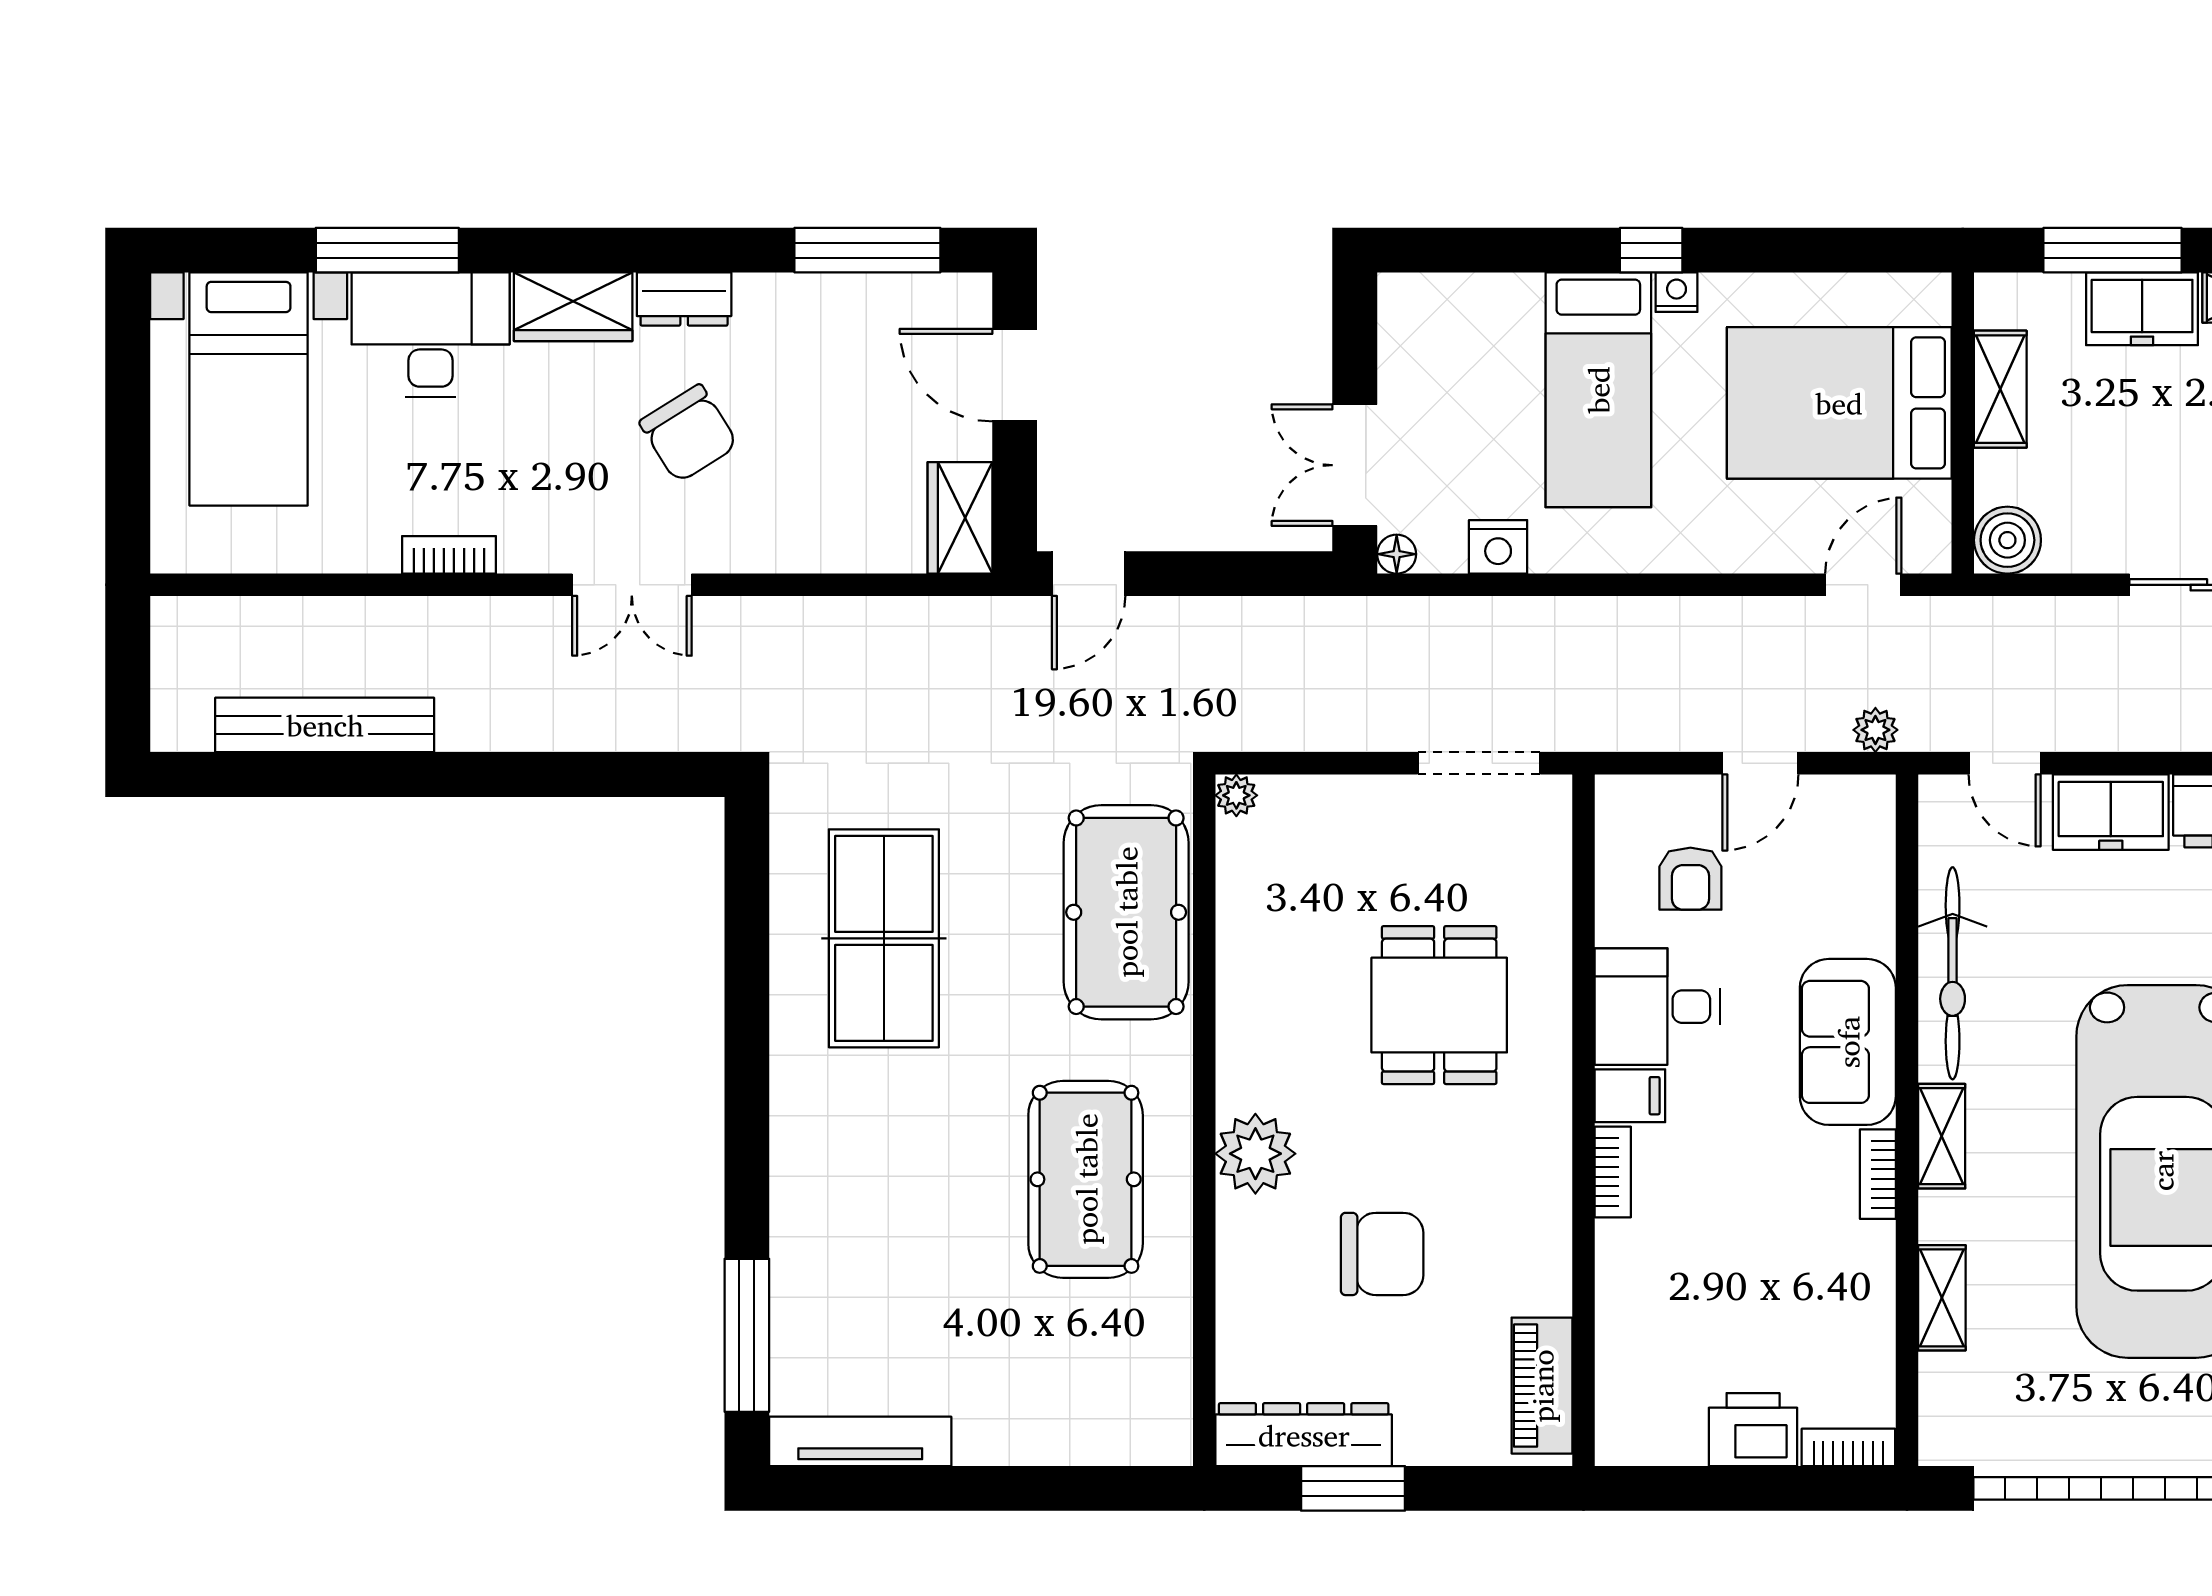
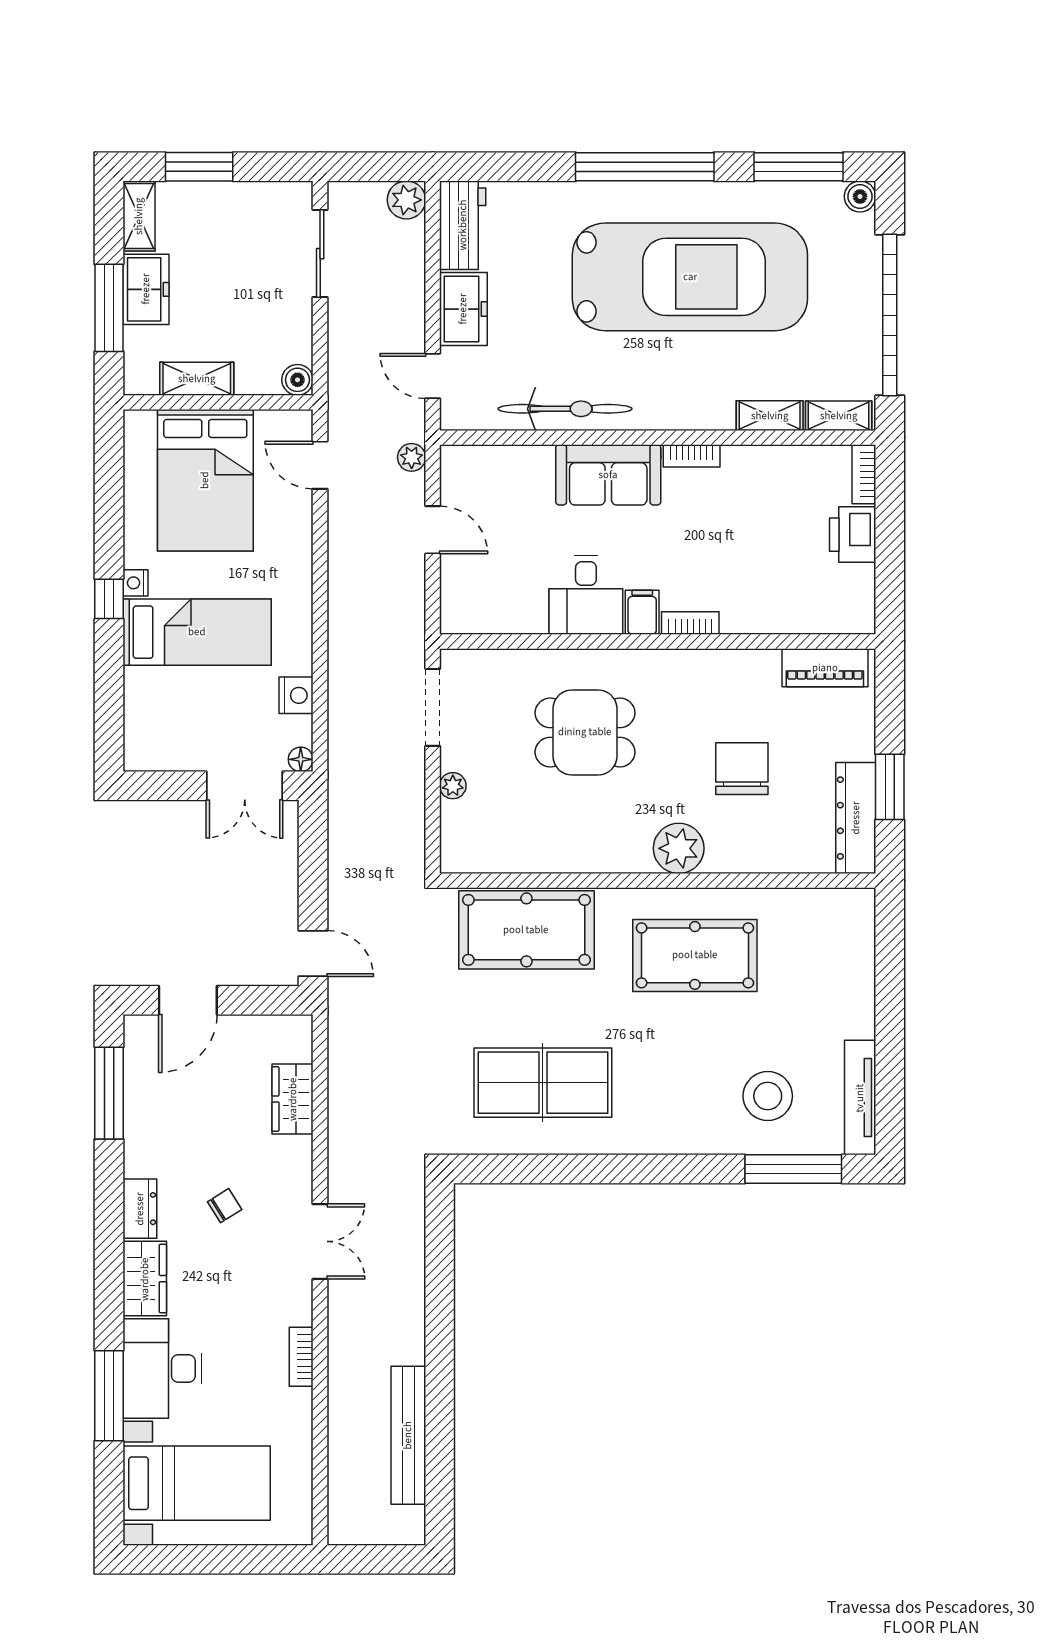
chair: (689, 433) -> (225, 1206), width x0.54, depth x0.54
wardrobe: (960, 518) -> (293, 1099), moved, turned 90
boiler: (2007, 540) -> (297, 380), width x0.73, depth x0.73
door: (2005, 763) -> (433, 376), swing flipped
plant: (1236, 795) -> (453, 786), moved
armchair: (1690, 879) -> (505, 574), removed
shelving: (1942, 1136) -> (839, 416), moved
stool: (863, 1295) -> (768, 1096), added

